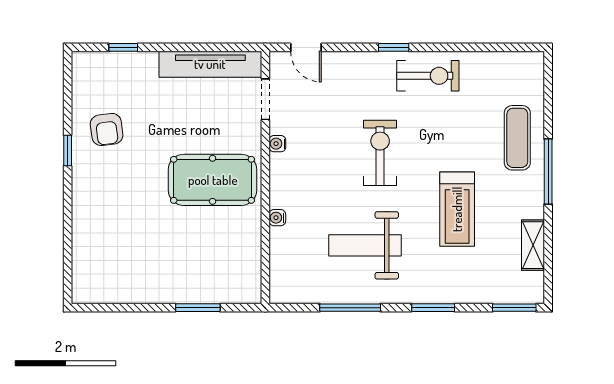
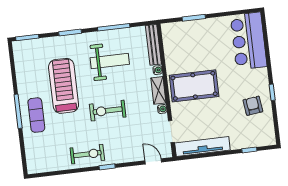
exercise bike: (428, 76) -> (87, 154), turned 180
exercise mat: (517, 138) -> (36, 115), moved
exercise bike: (380, 153) -> (108, 111), turned 90
treadmill: (457, 209) -> (64, 86), width x1.37, depth x1.38
shelving: (533, 245) -> (158, 90), moved
bar counter: (100, 252) -> (249, 41), added
bench: (280, 266) -> (153, 45), added

